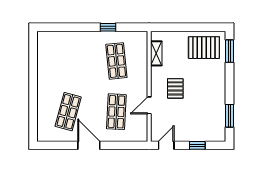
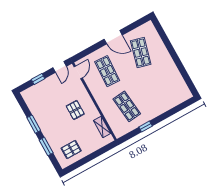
pallet: (204, 48) -> (71, 149), width x0.67, depth x0.71
window: (230, 51) -> (46, 146), moved
door: (149, 105) -> (78, 72), moved
window: (230, 116) -> (34, 124), moved

